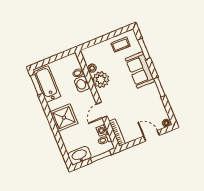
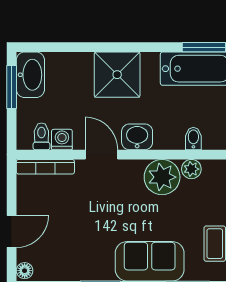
washbasin: (82, 84) -> (137, 137), moved
window: (101, 156) -> (12, 87), moved

